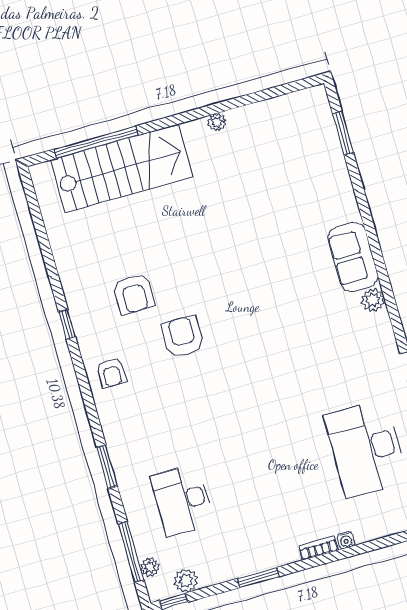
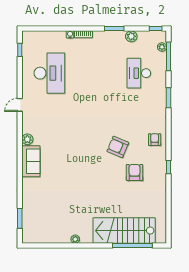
armchair: (183, 336) -> (118, 147), turned 113
desk: (182, 500) -> (139, 73), turned 180
plant: (186, 581) -> (131, 36), moved

